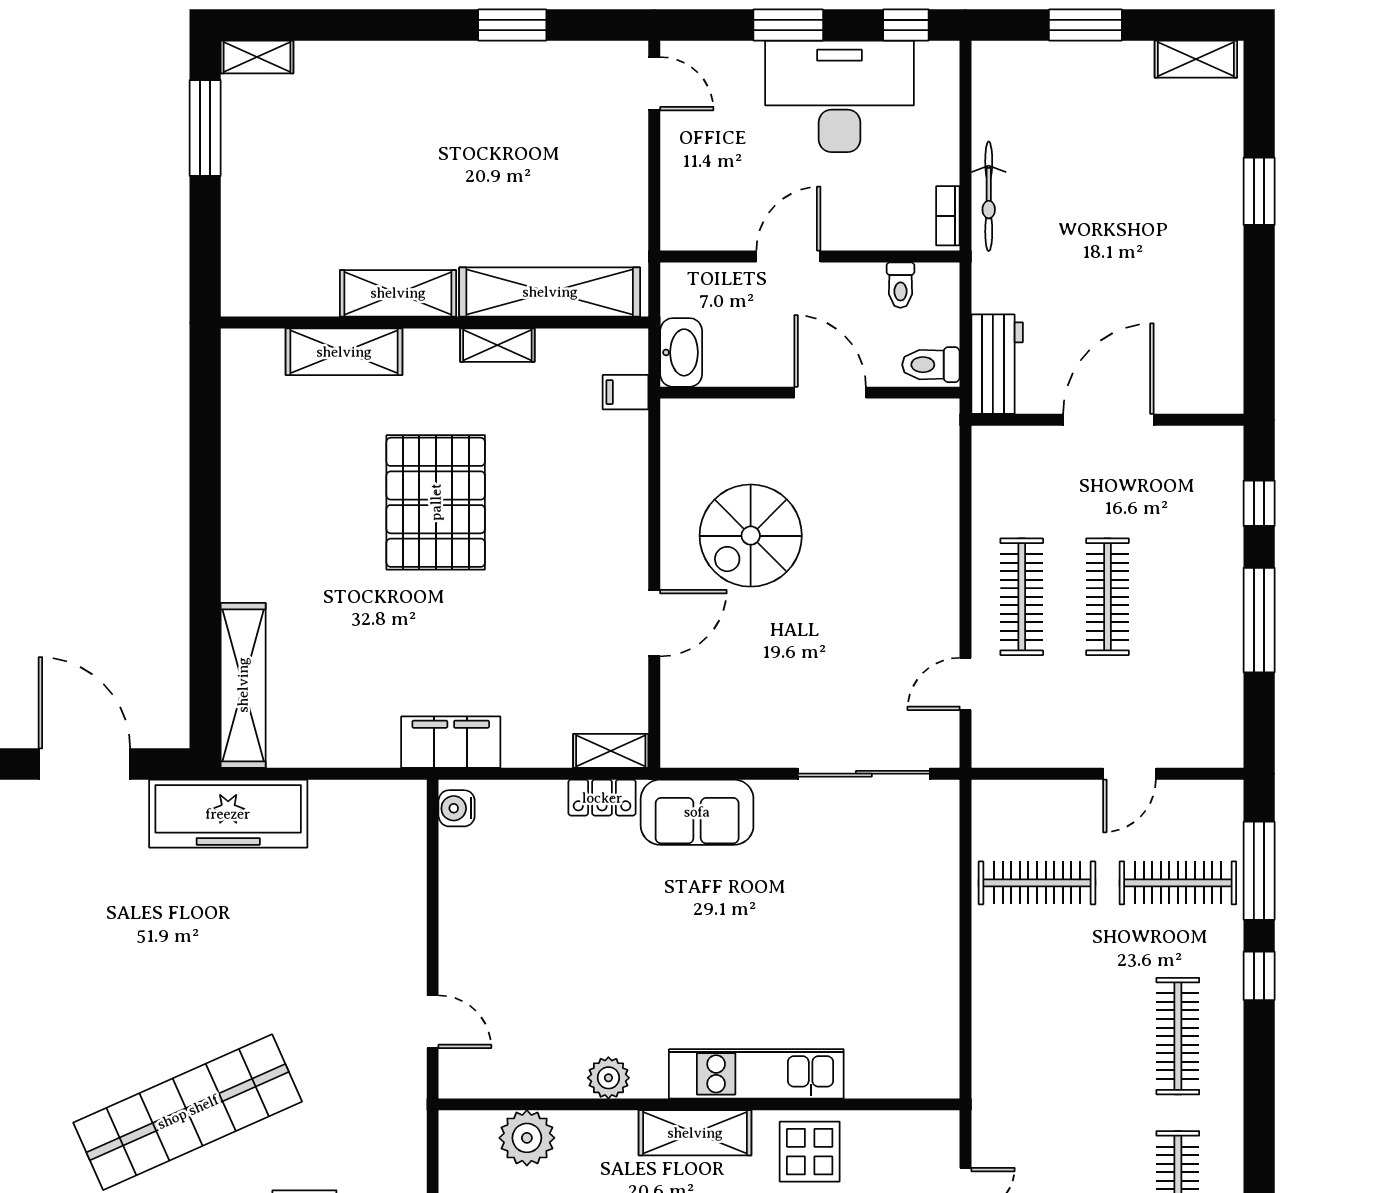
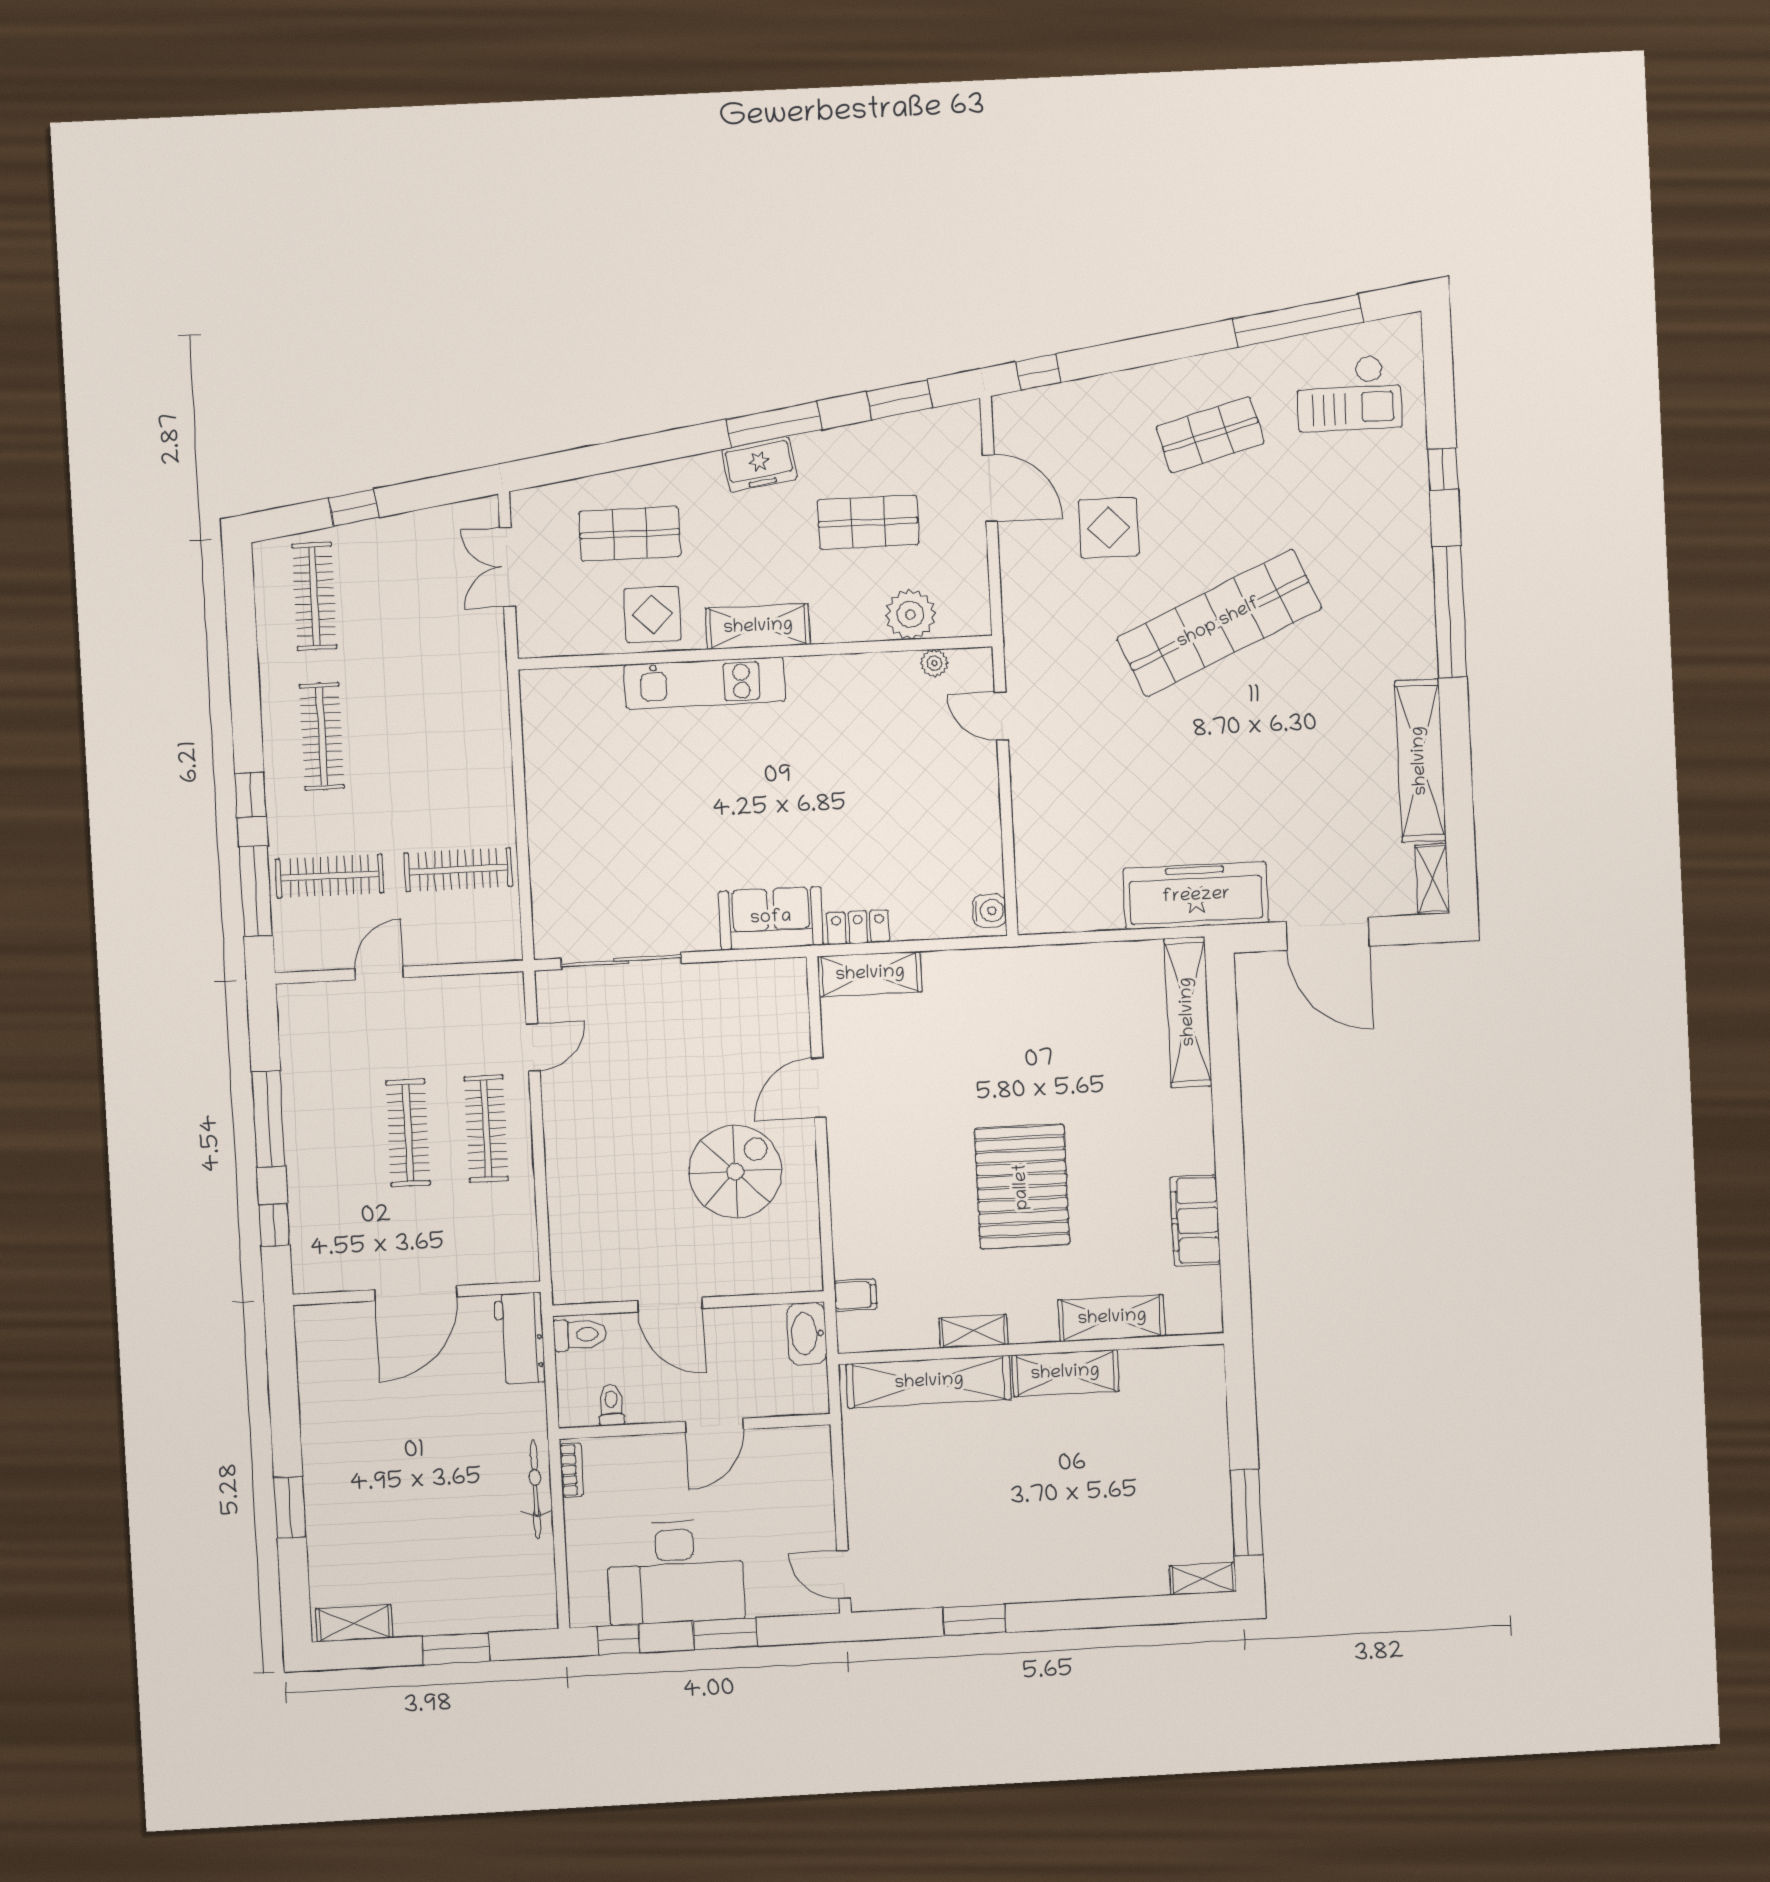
filing cabinet: (451, 742) -> (1195, 1221), moved, turned 90
shelving: (611, 751) -> (870, 974), width x1.50, depth x1.33
plant: (608, 1078) -> (934, 663), moved, width x0.73, depth x0.73

